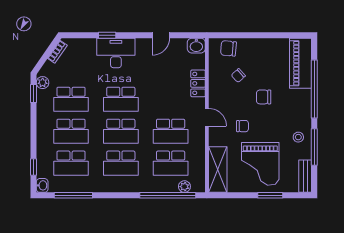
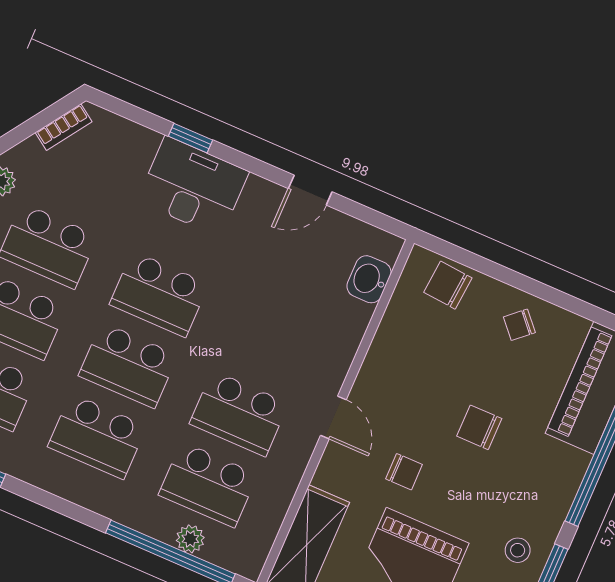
washbasin: (196, 46) -> (369, 279), moved, turned 90
chair: (238, 75) -> (519, 325), moved
locker: (198, 83) -> (346, 334), removed
plant: (184, 187) -> (190, 539), moved

